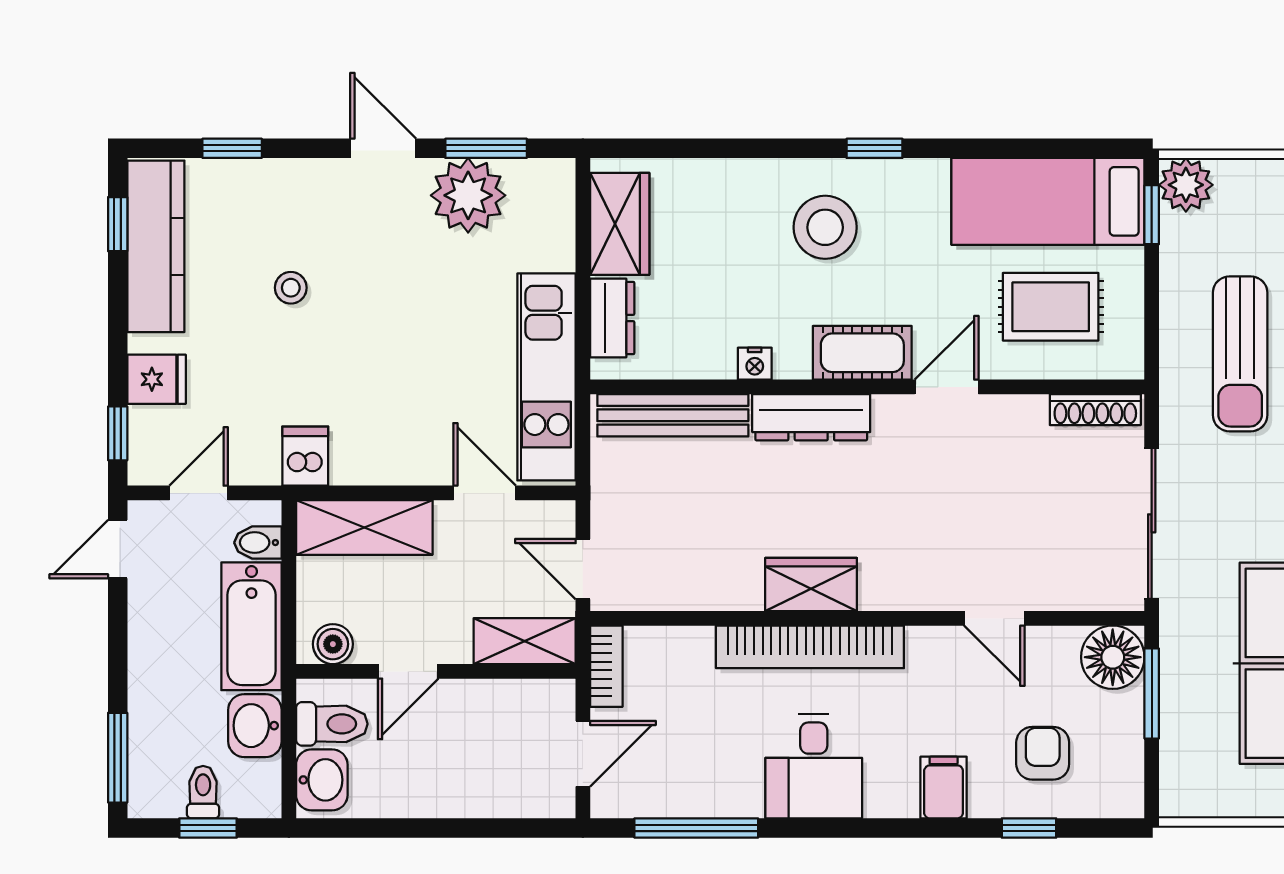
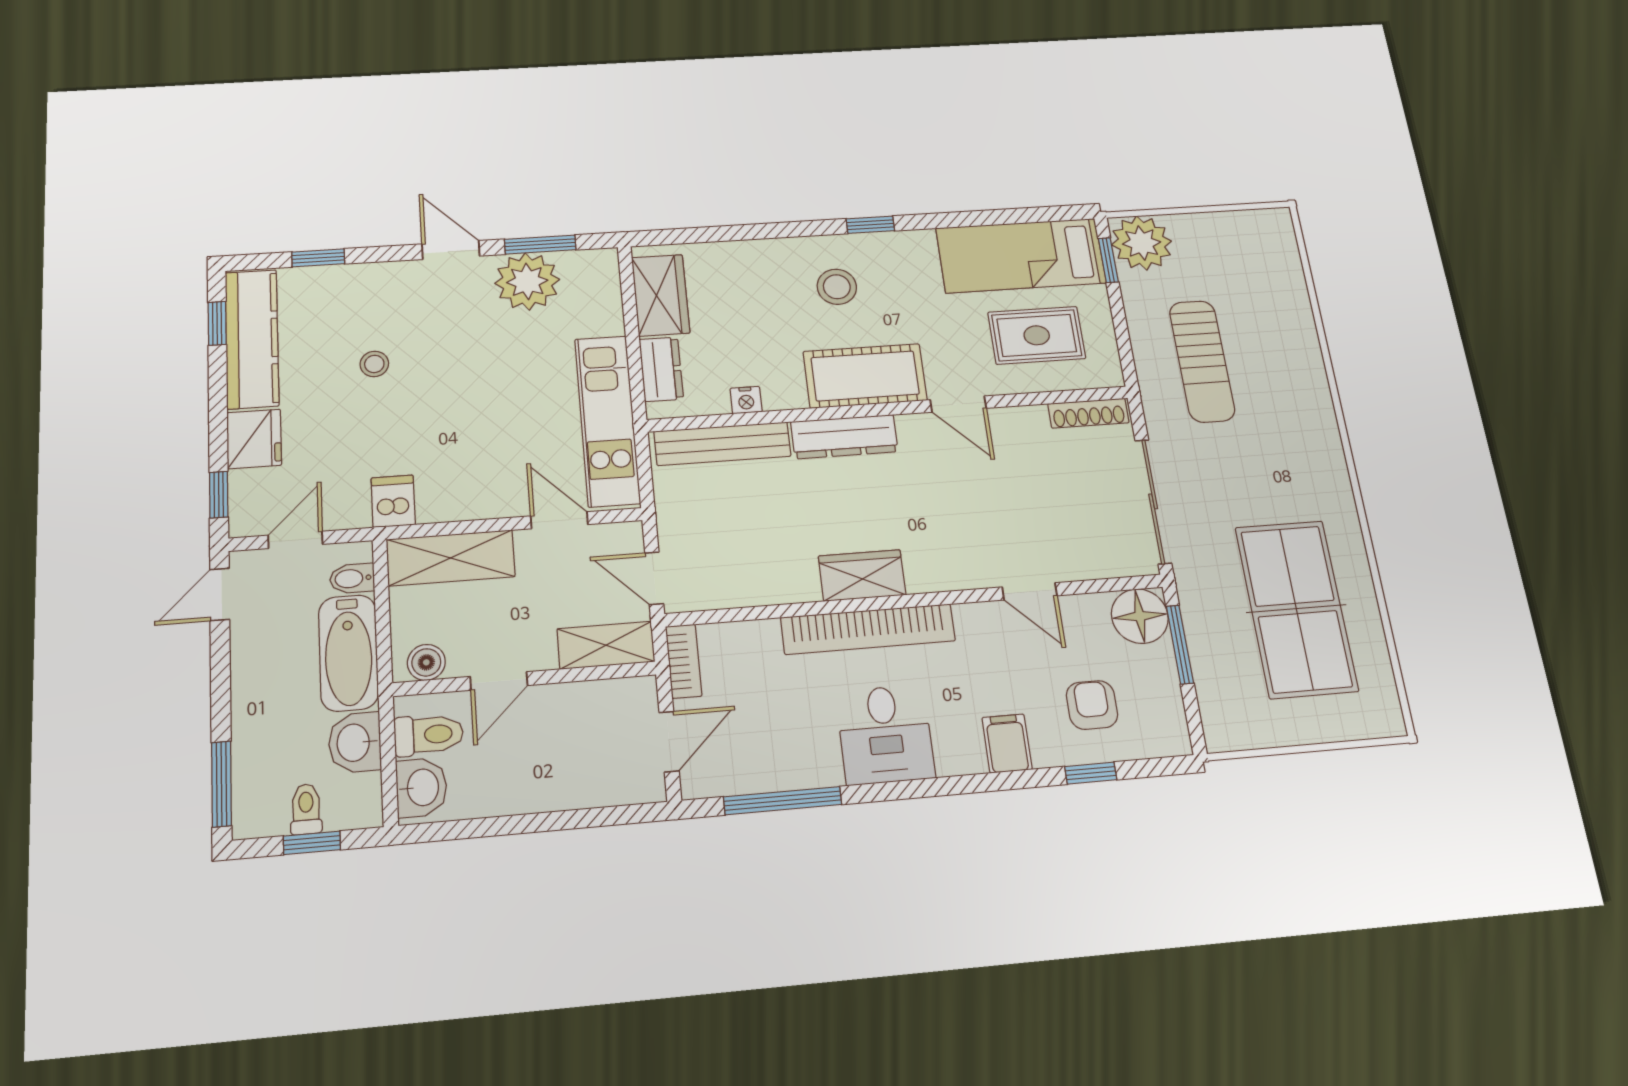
plant: (1186, 185) -> (1142, 243), width x1.36, depth x1.36
stool: (825, 227) -> (837, 287), width x0.73, depth x0.73
cot: (862, 353) -> (865, 376), width x1.37, depth x1.34
nightstand: (755, 364) -> (746, 400), moved
fridge: (157, 379) -> (254, 439), width x1.38
door: (947, 387) -> (958, 404), swing flipped

